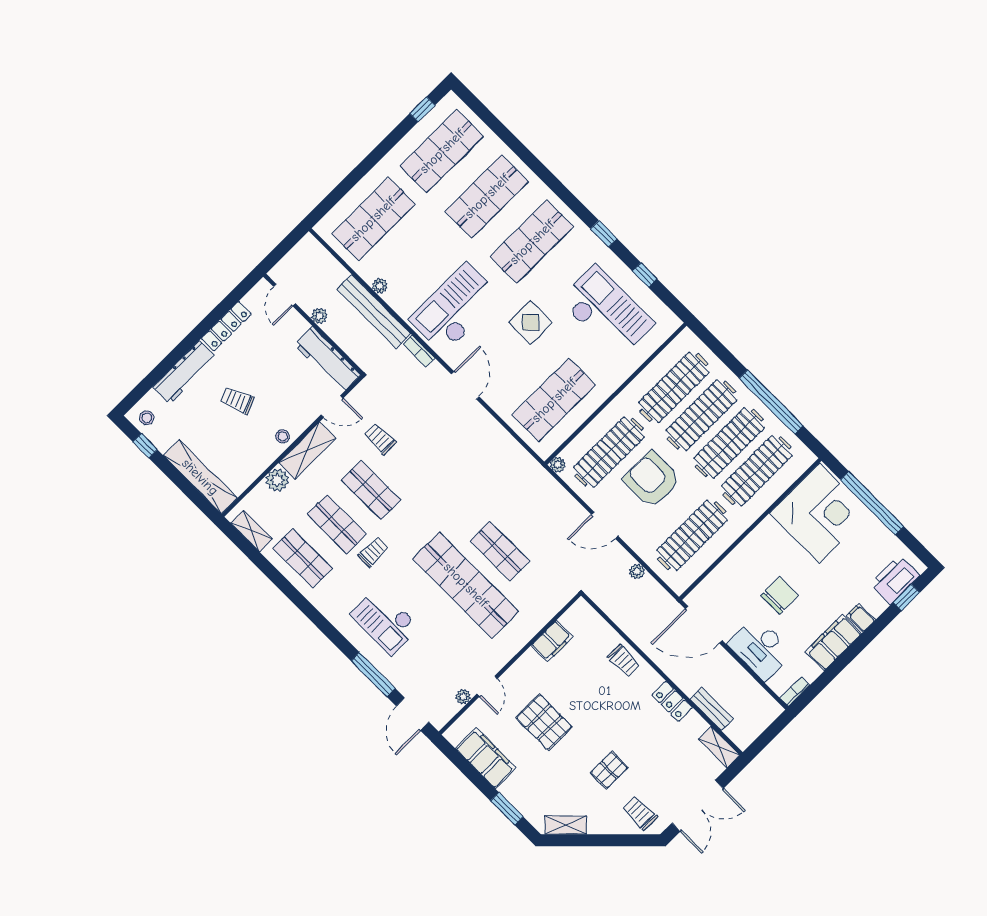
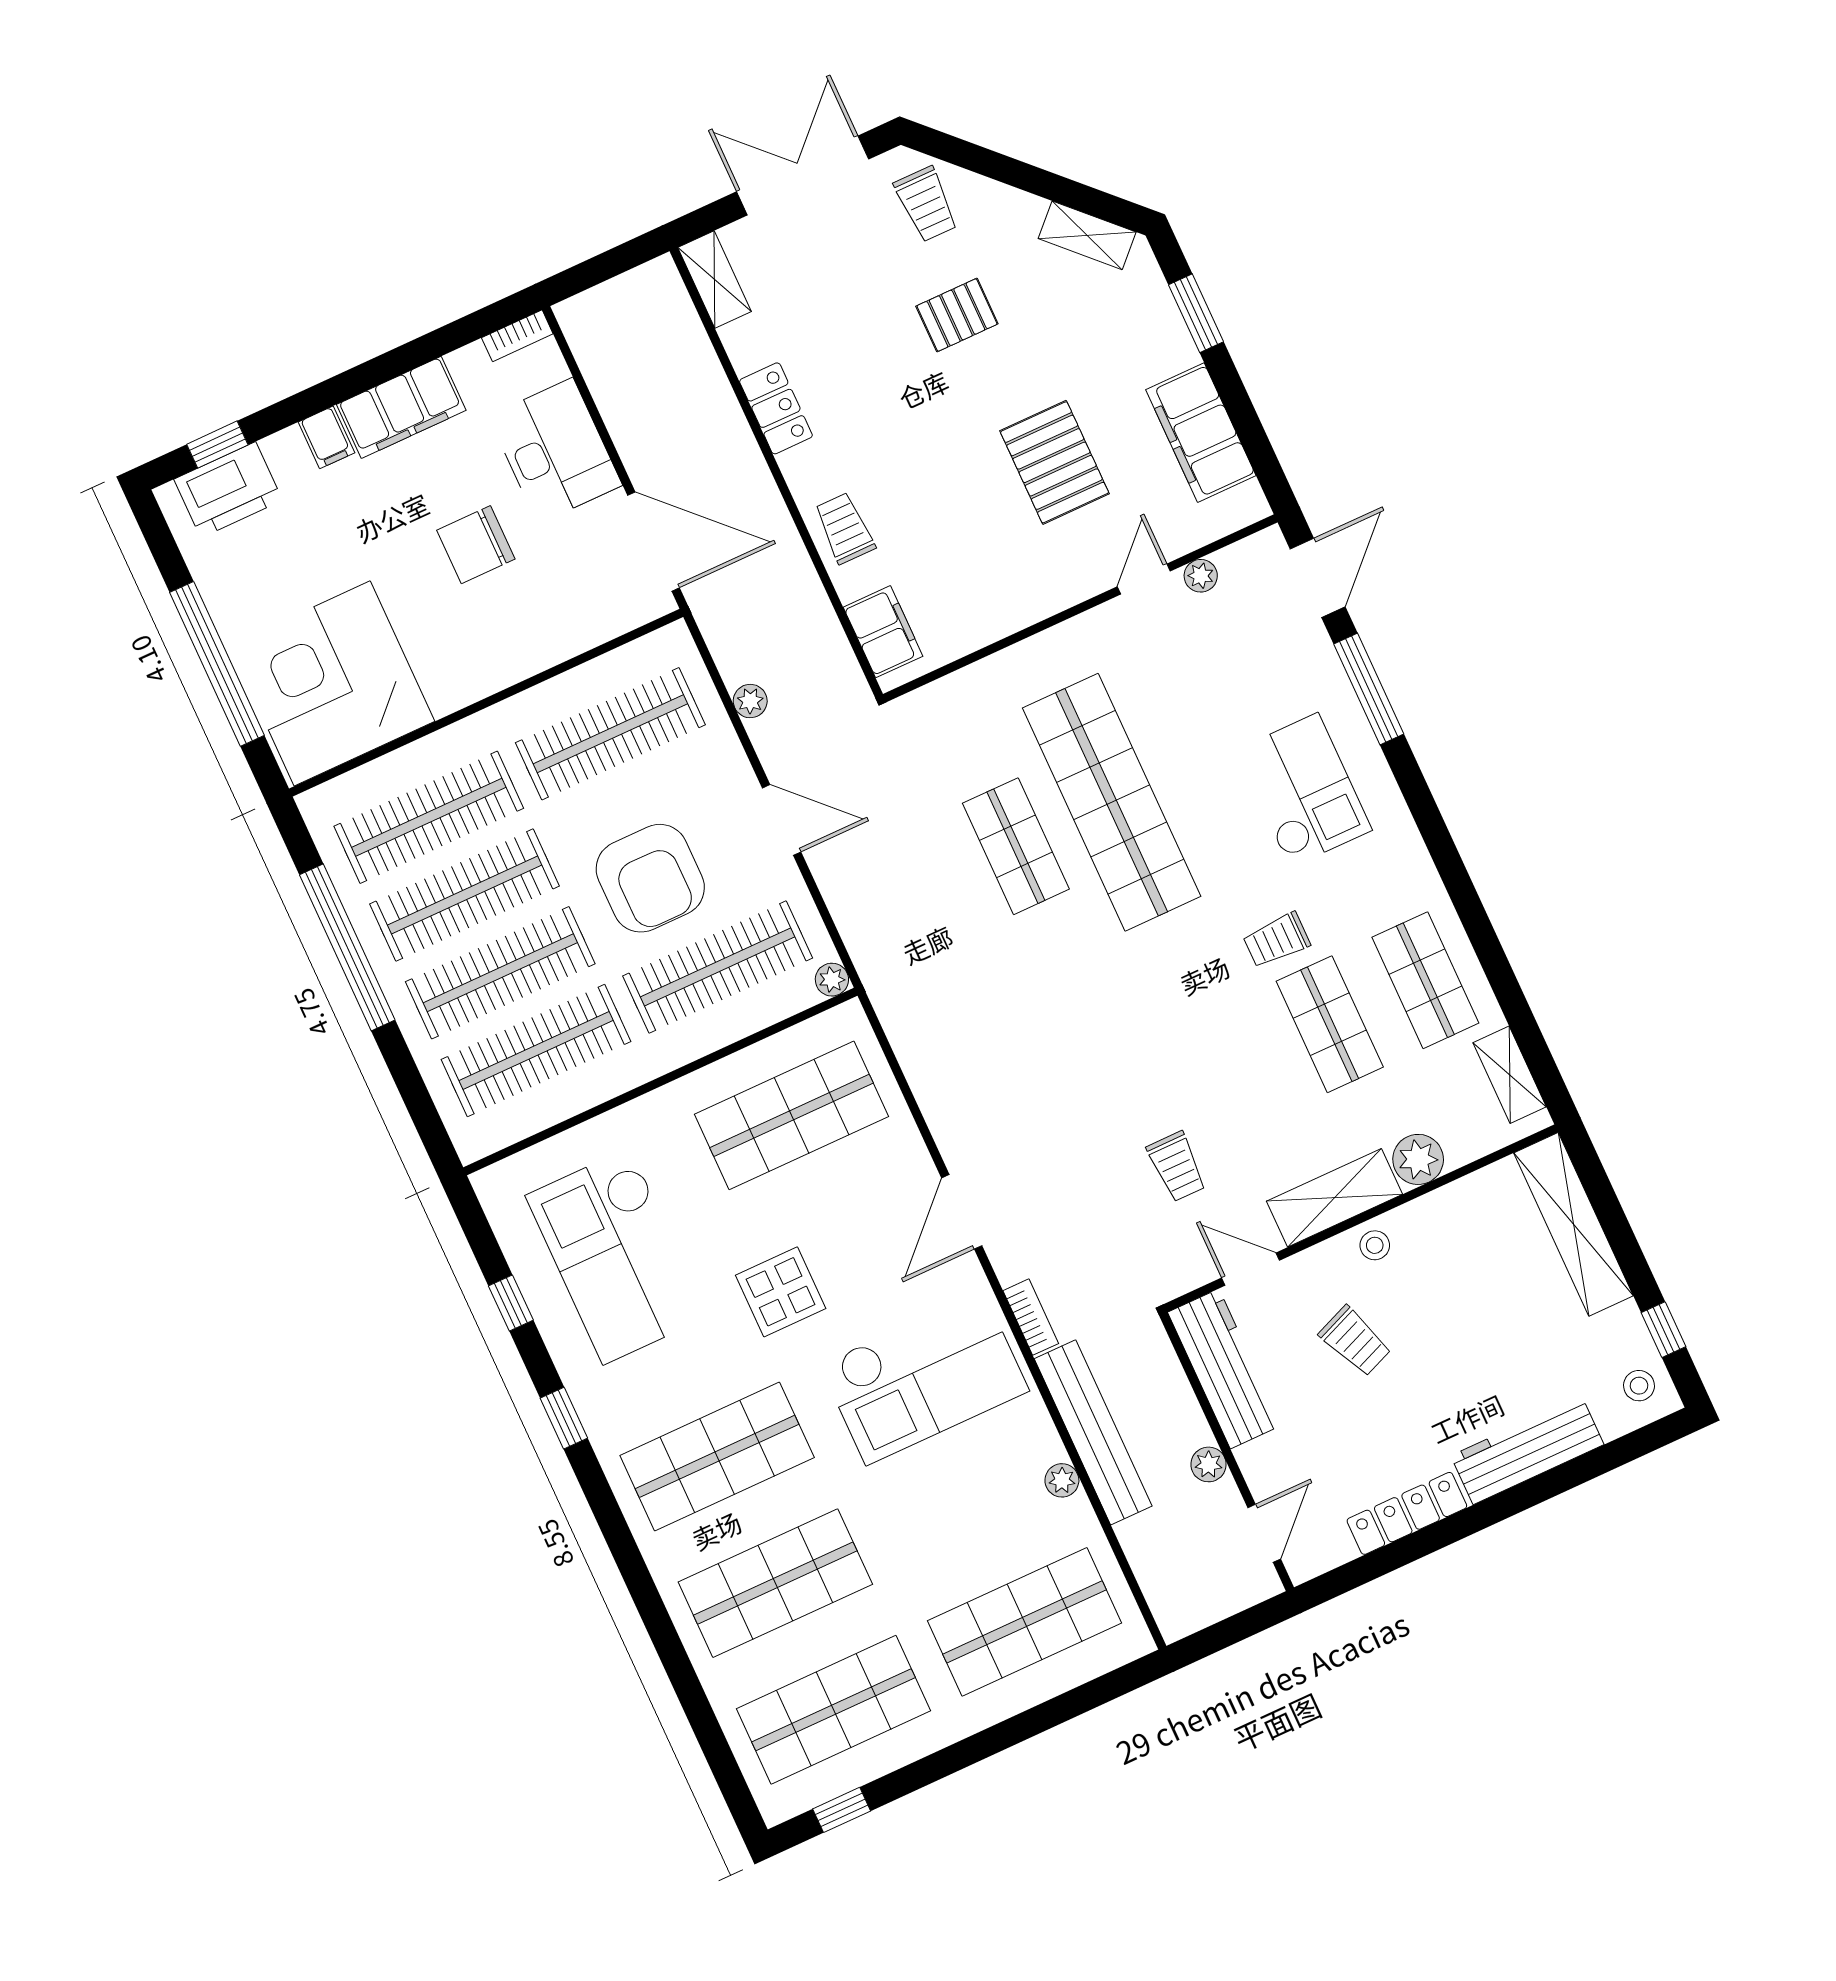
trolley: (237, 400) -> (1355, 1341), moved
shop shelf: (371, 490) -> (1234, 1068), removed
filing cabinet: (552, 641) -> (883, 632), moved, turned 90
bench: (712, 709) -> (701, 363), removed

